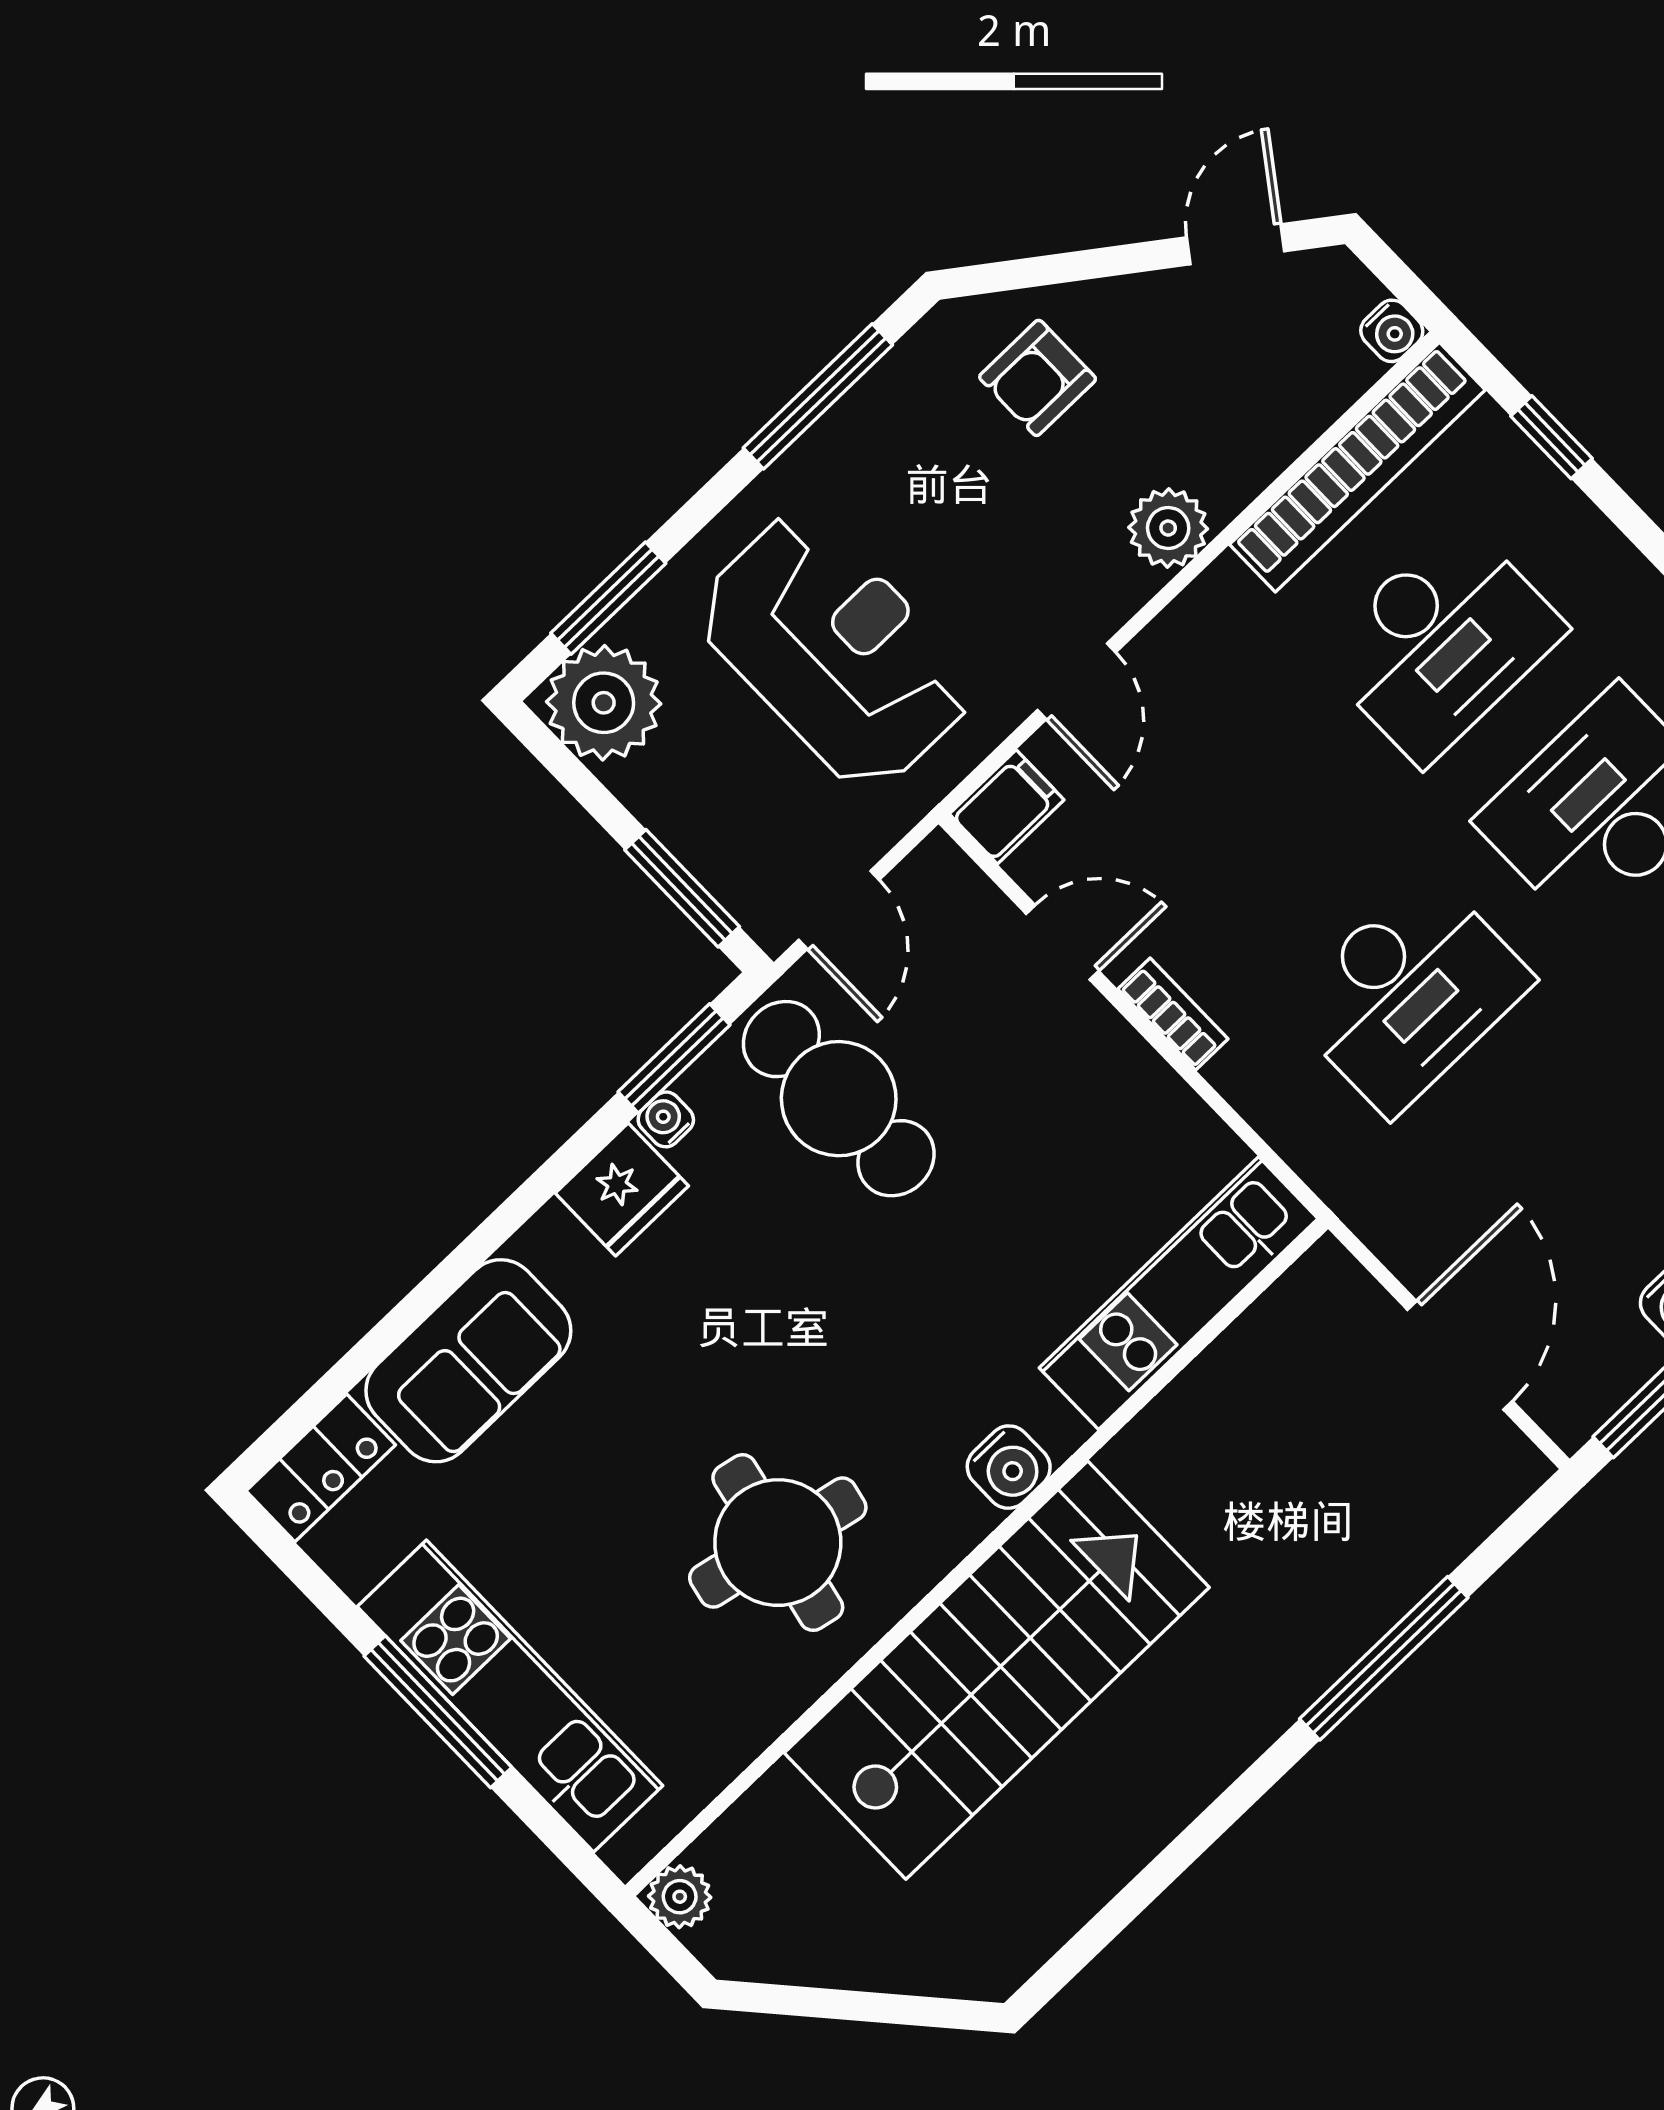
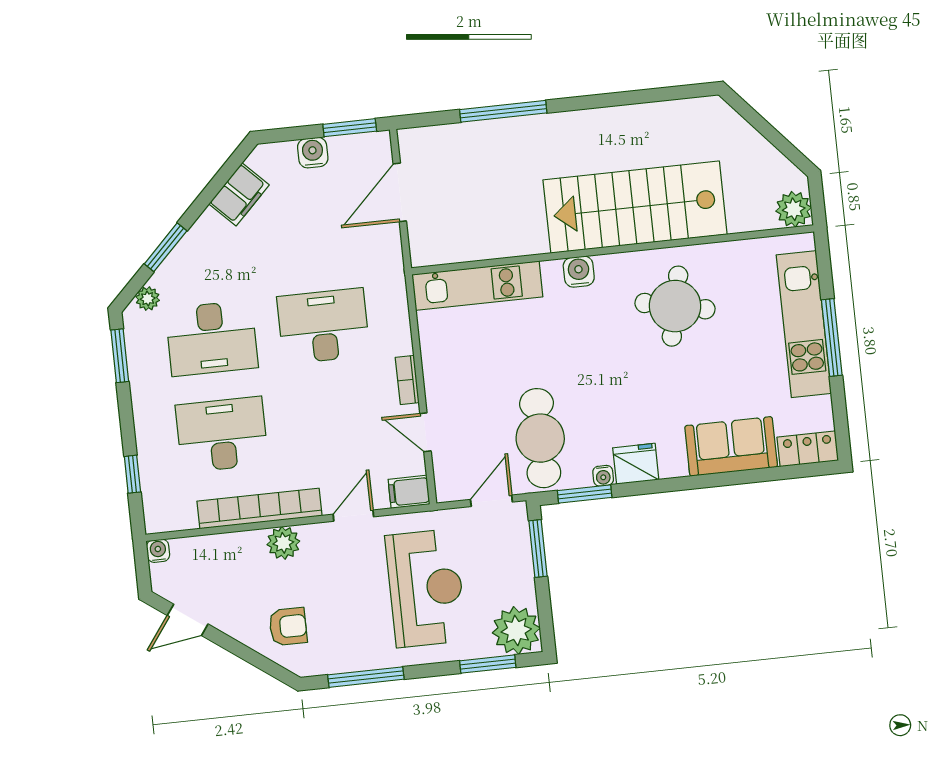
bookcase: (1357, 467) -> (259, 508), moved
reception desk: (835, 651) -> (426, 588), turned 180
plant: (680, 1897) -> (794, 209), width x1.38, depth x1.38

